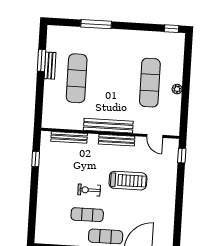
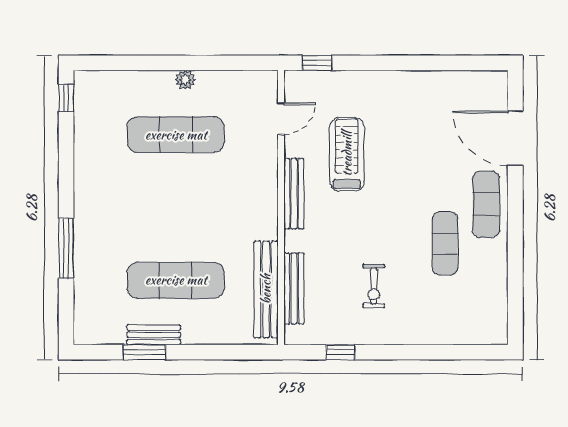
bench: (108, 126) -> (266, 289), moved
treadmill: (128, 181) -> (347, 154), moved
exercise bike: (89, 190) -> (374, 286), moved

